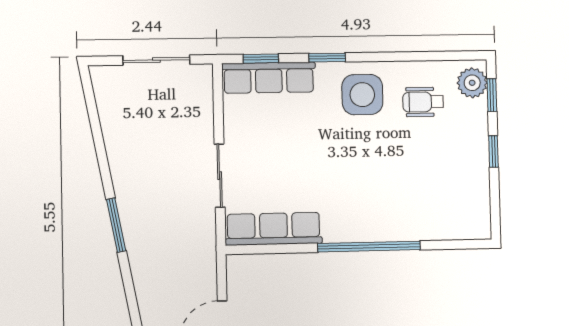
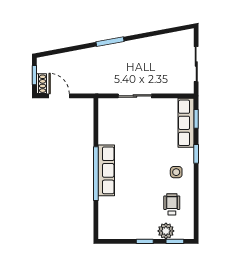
plant: (472, 83) -> (166, 231), moved
side table: (362, 95) -> (176, 172), width x0.54, depth x0.54
row of seats: (274, 229) -> (106, 170), moved

